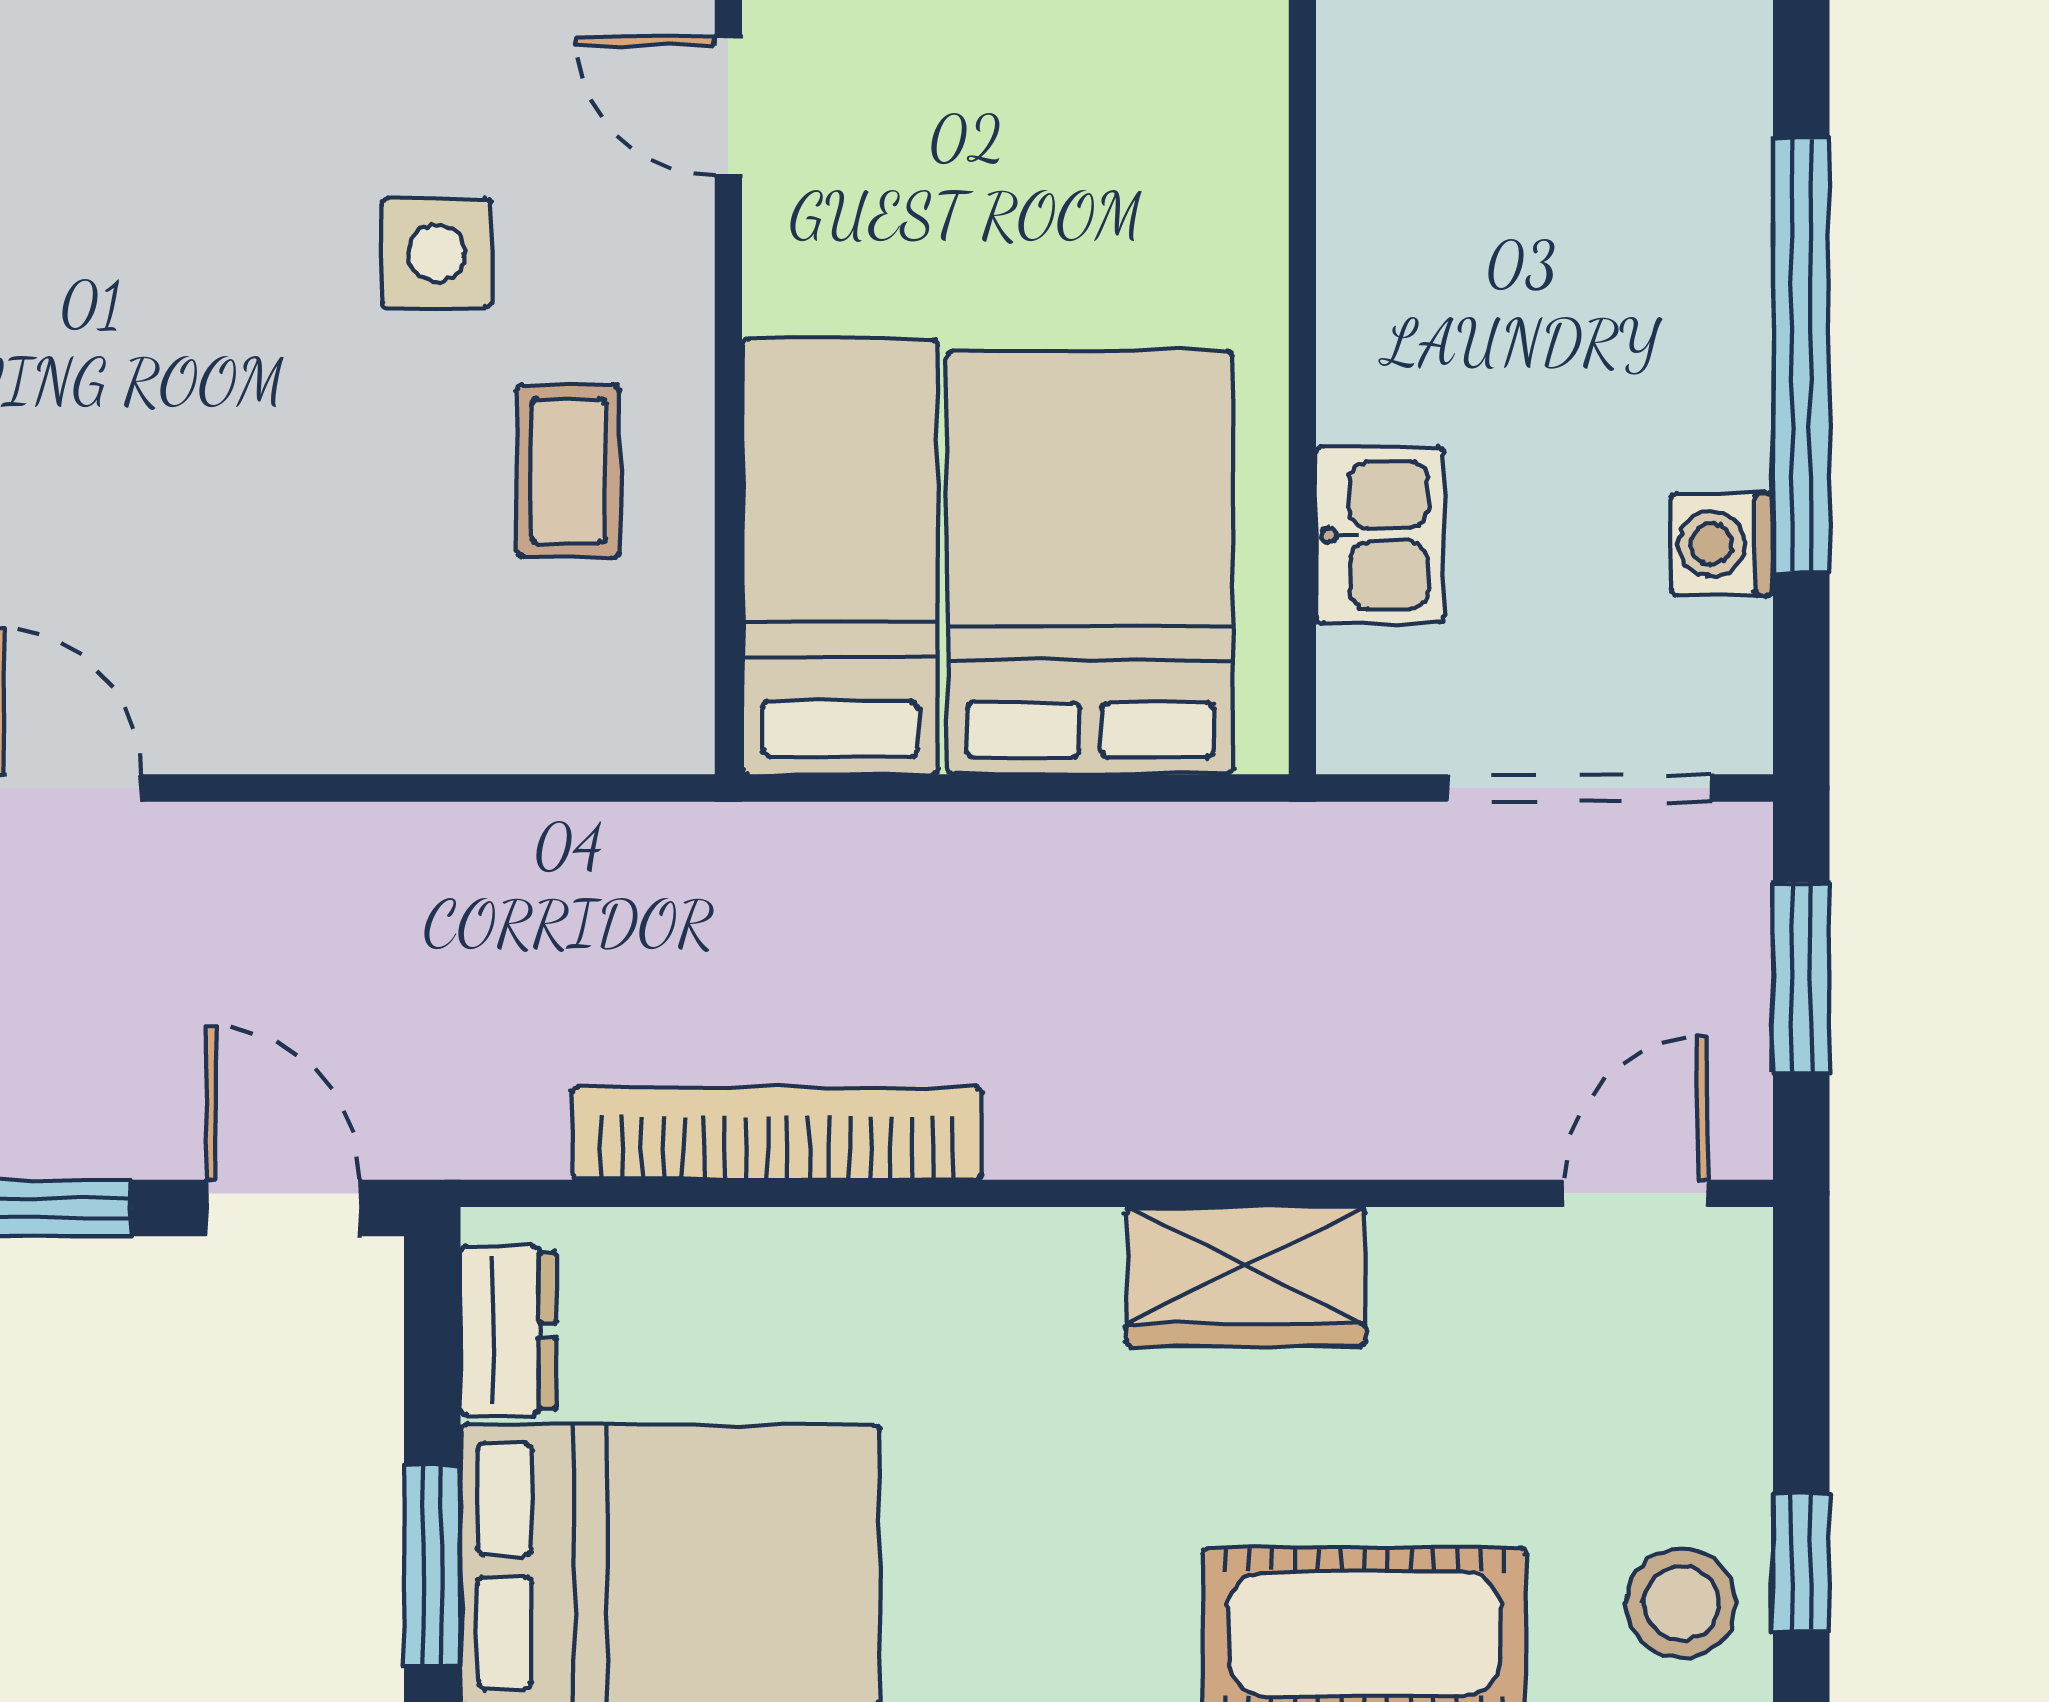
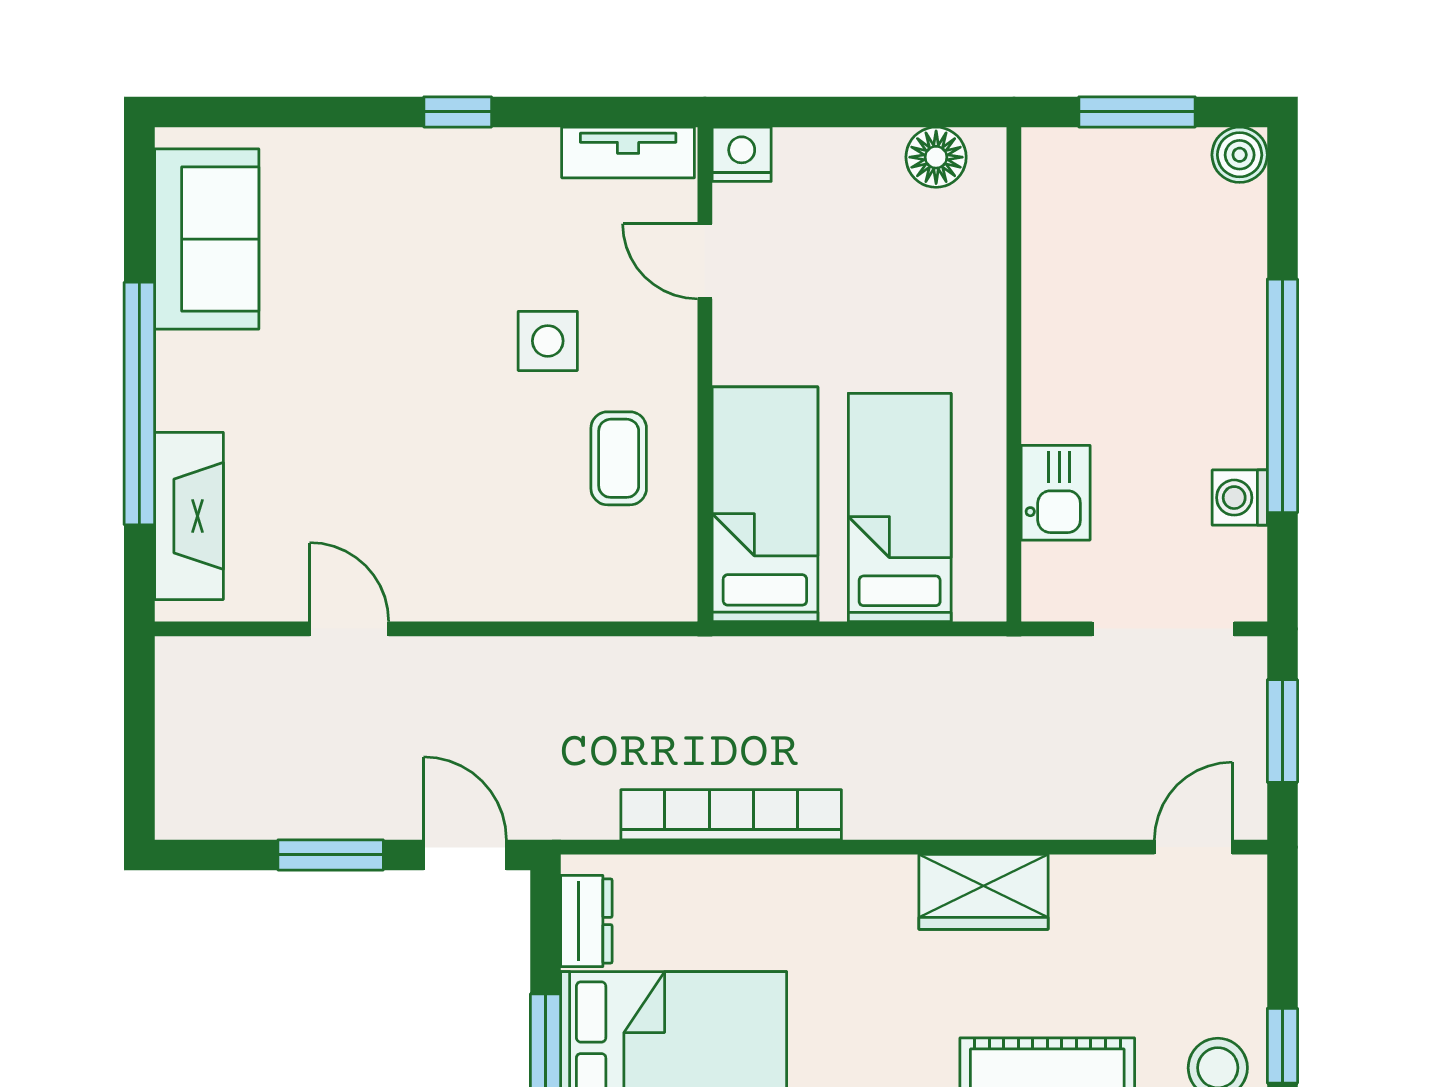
bed: (1090, 563) -> (900, 507), width x0.67

